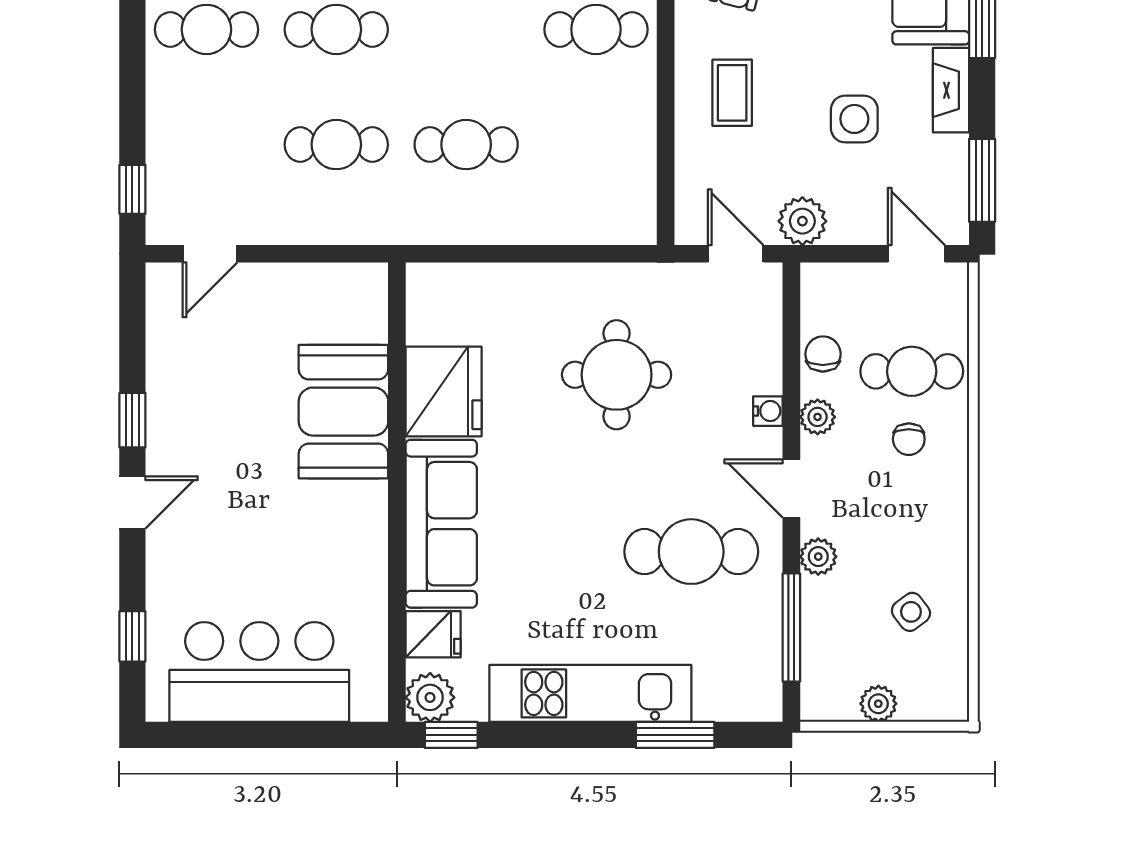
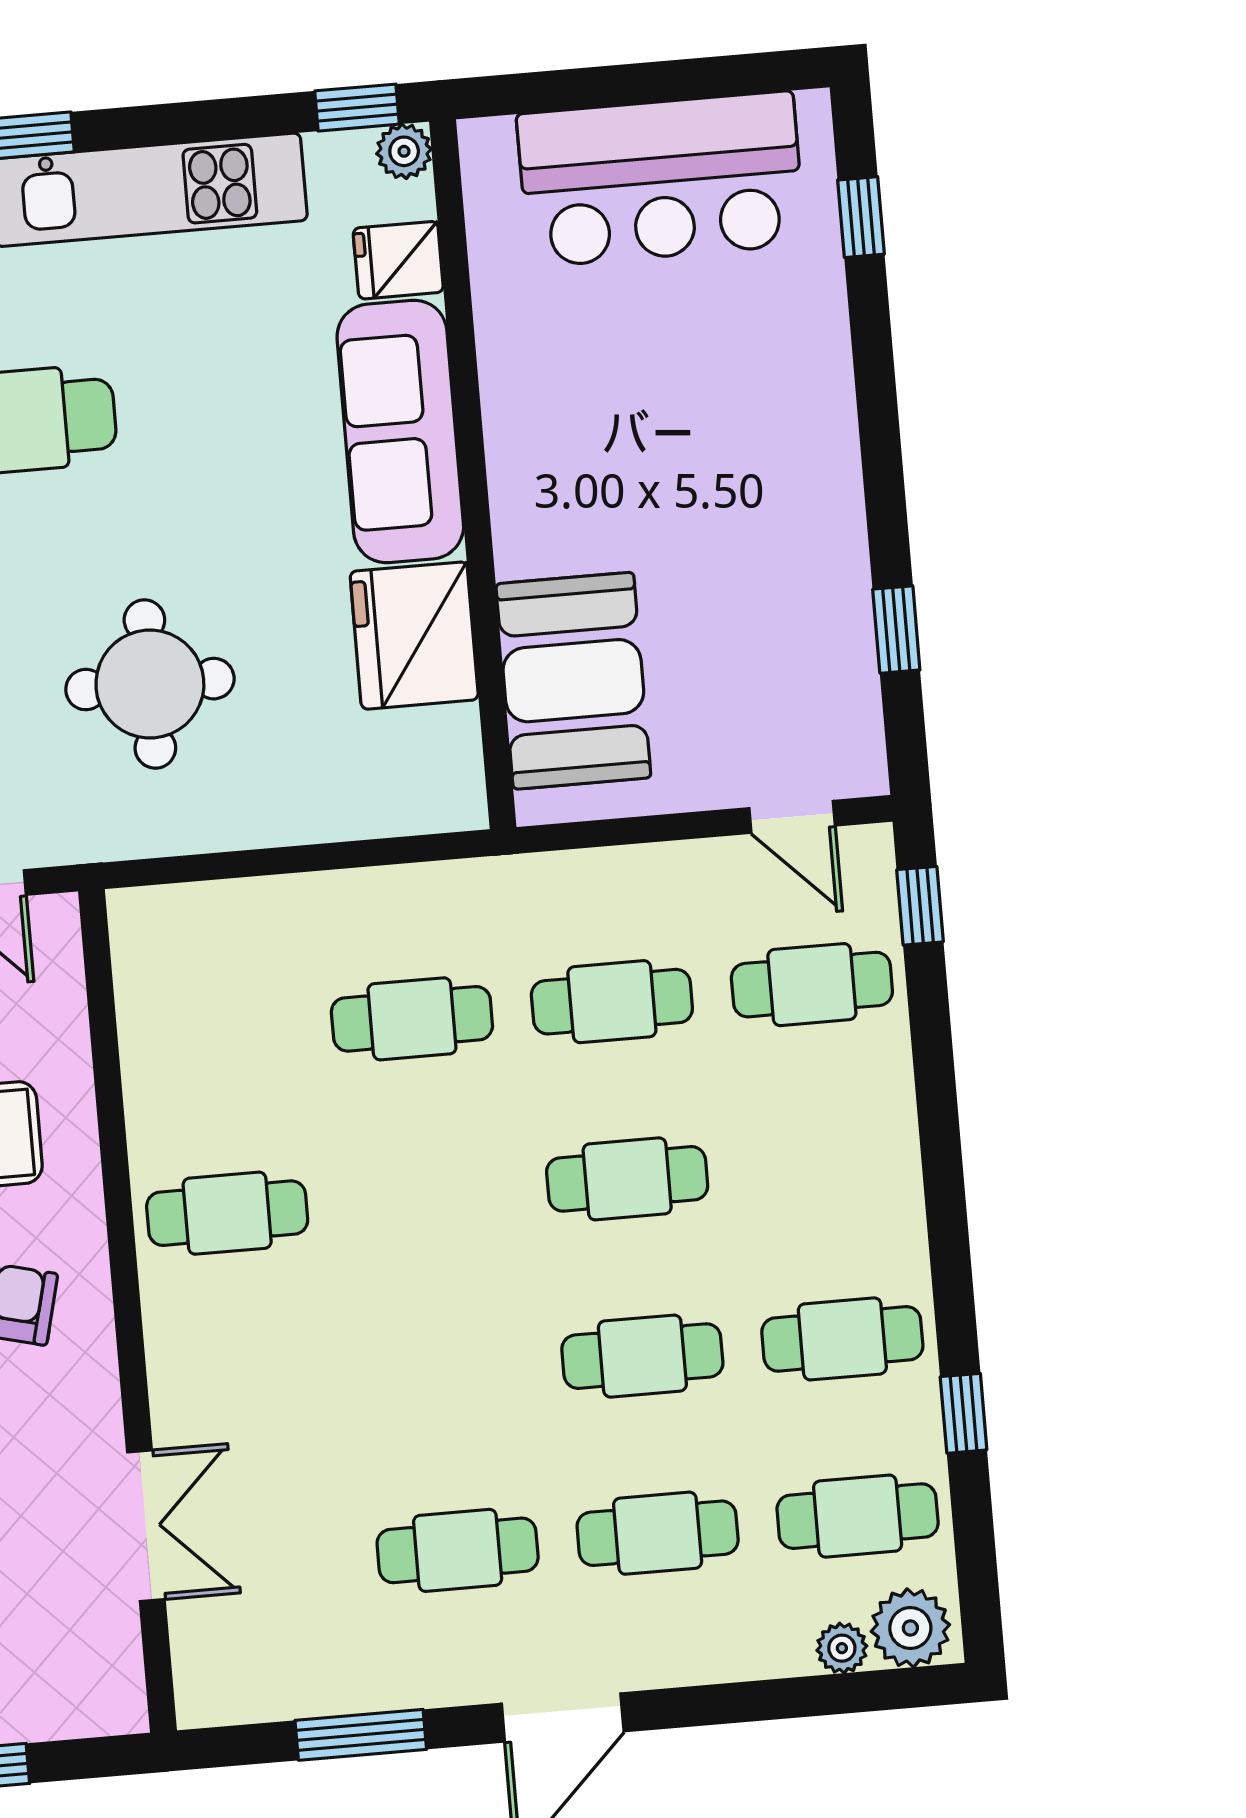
cafe table: (206, 29) -> (812, 985), moved
door: (210, 254) -> (792, 817), swing flipped
booth: (343, 412) -> (573, 681), moved
window: (132, 420) -> (896, 630), moved
door: (132, 502) -> (879, 424), removed
plant: (430, 697) -> (404, 151), width x0.73, depth x0.73

